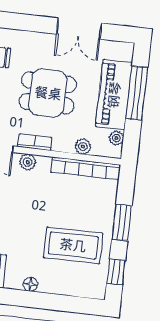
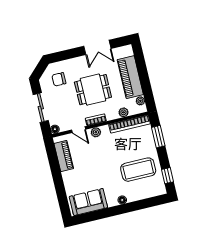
window: (137, 93) -> (143, 72), removed
window: (122, 223) -> (158, 137), moved

